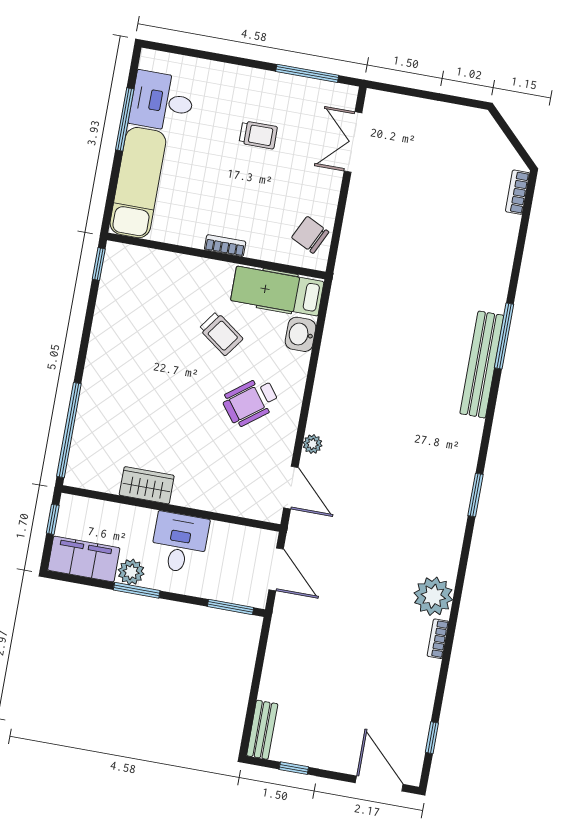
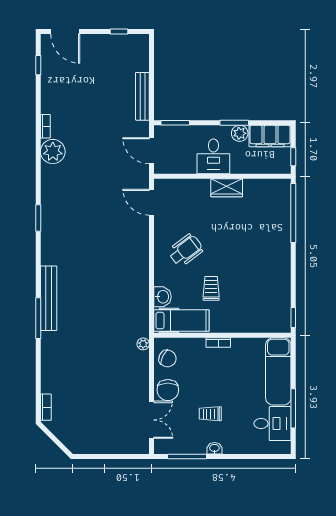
washbasin: (261, 79) -> (214, 448), added
chair: (319, 185) -> (168, 390), added
trolley: (221, 334) -> (211, 288), turned 54
plant: (312, 444) -> (143, 344), moved
wardrobe: (147, 485) -> (227, 188), moved
bench: (262, 730) -> (142, 96), moved, width x1.36

